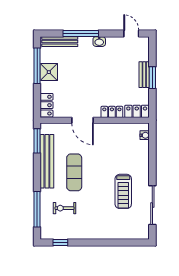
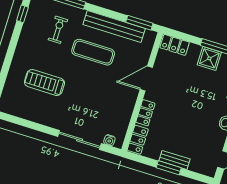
treadmill: (123, 191) -> (44, 83), moved
sliding door: (152, 205) -> (80, 140), moved

